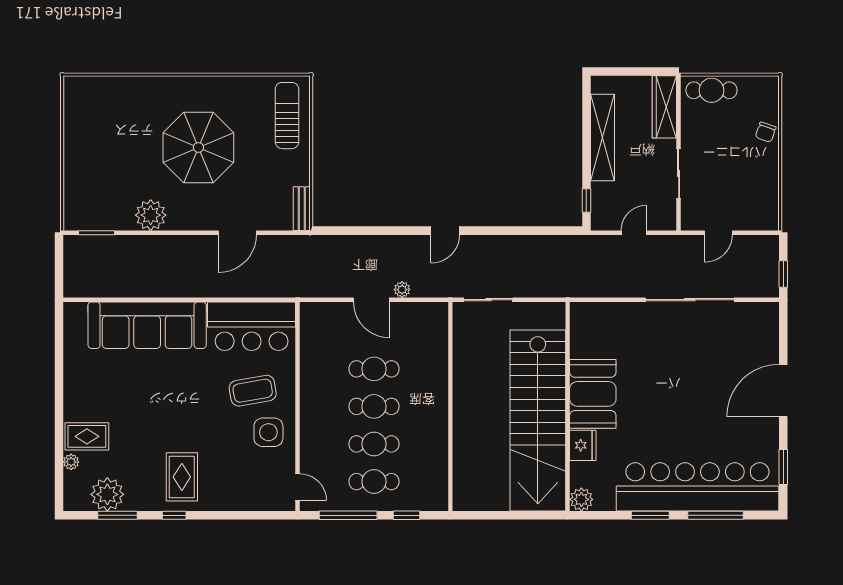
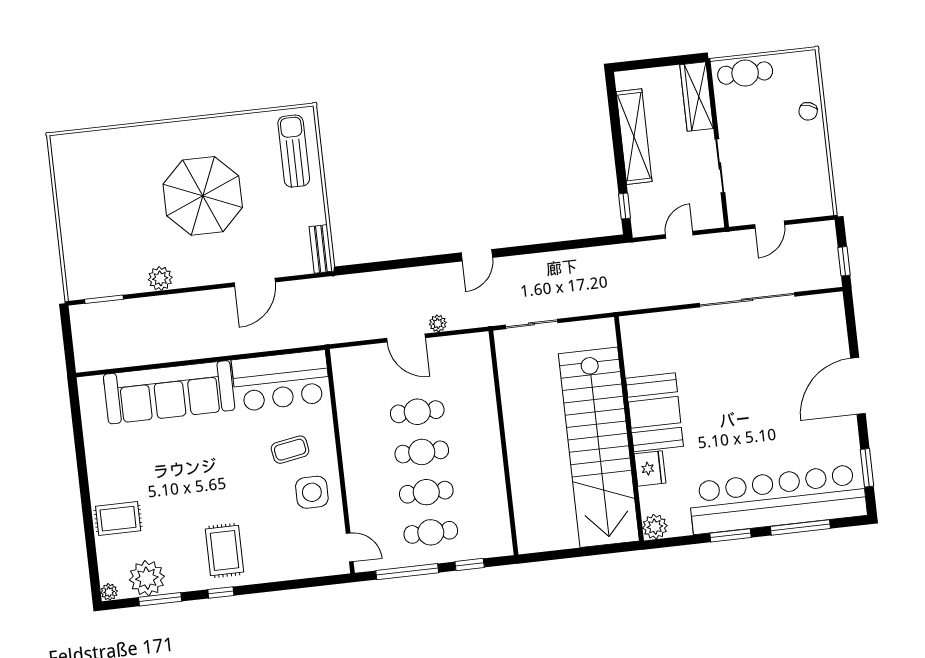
plant: (151, 215) -> (160, 278), width x0.73, depth x0.73
coffee table: (253, 391) -> (290, 450), width x0.73, depth x0.77
plant: (71, 462) -> (109, 592), moved

